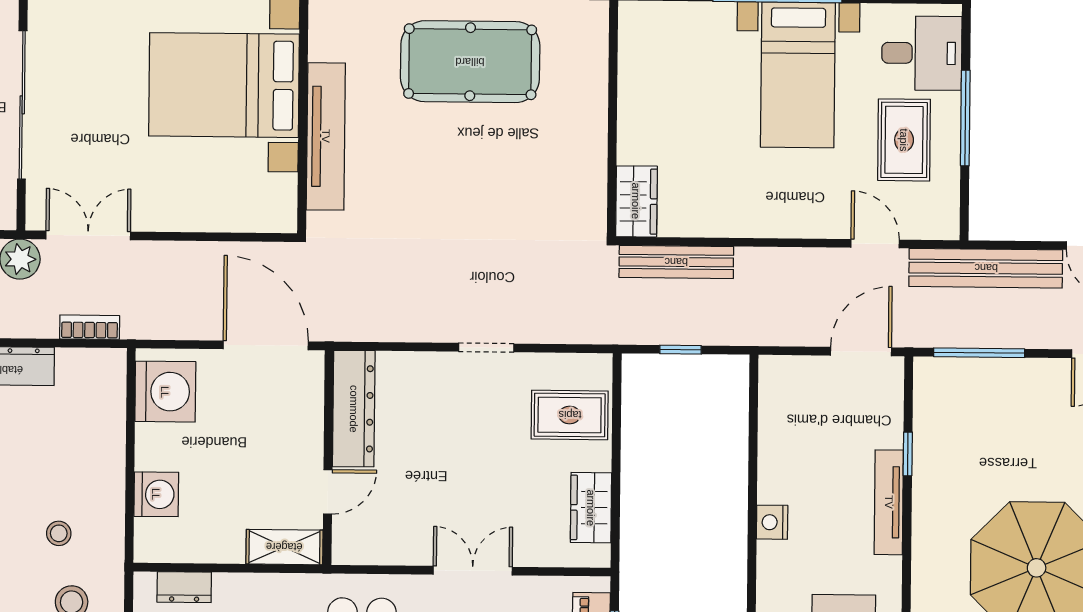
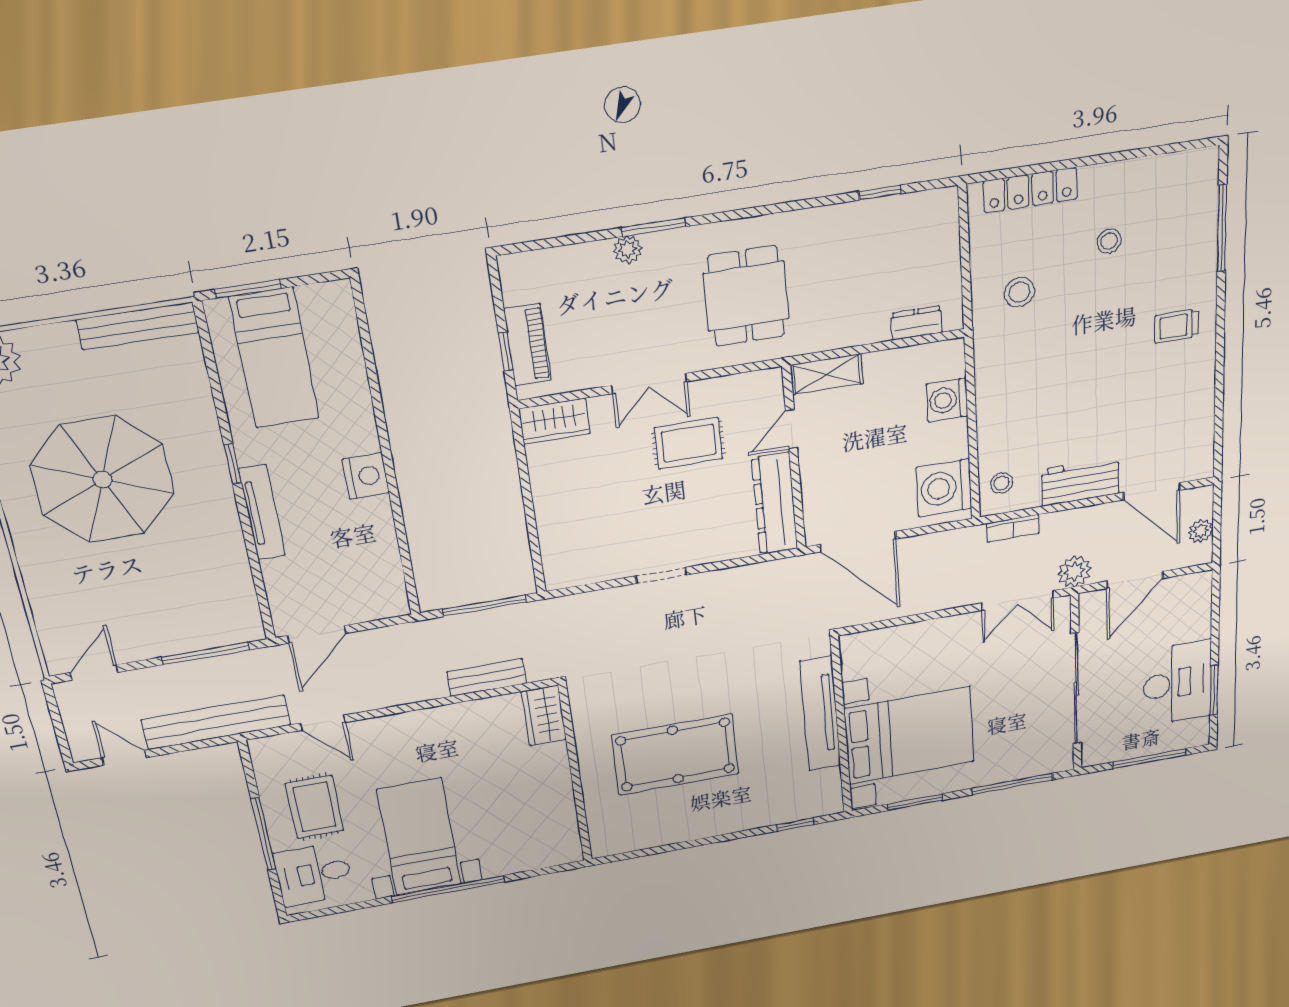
pool table: (470, 62) -> (675, 755), moved
bench: (676, 262) -> (487, 678), width x0.73
window: (680, 350) -> (484, 606), width x2.17
rug: (570, 415) -> (688, 443), moved
window: (908, 454) -> (233, 464), moved
wardrobe: (591, 508) -> (554, 421), moved, turned 90
nightstand: (772, 522) -> (366, 476), width x1.36, depth x1.33
stool: (59, 533) -> (1002, 483), moved

